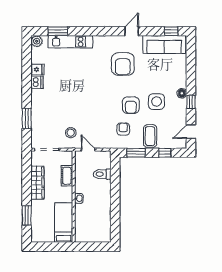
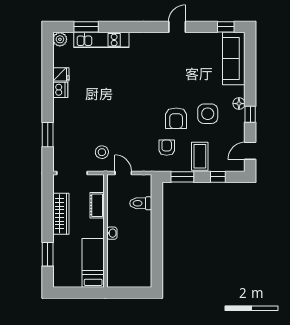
sofa: (164, 45) -> (234, 59), moved, turned 90
armchair: (123, 64) -> (166, 67), removed

